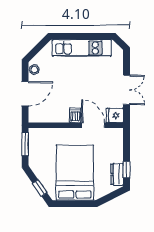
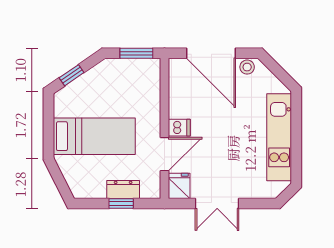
door: (25, 94) -> (211, 53), width x1.36
window: (127, 170) -> (121, 204), moved
bed: (75, 173) -> (94, 136), width x0.67
dresser: (117, 174) -> (123, 190), moved

